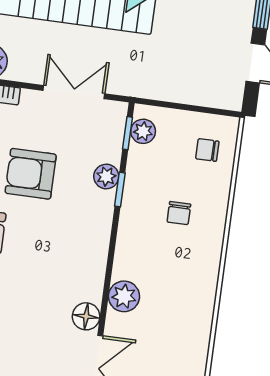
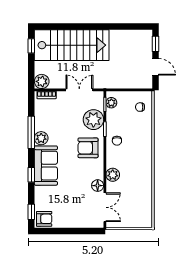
armchair: (31, 174) -> (88, 148), moved
plant: (106, 176) -> (93, 120), width x1.87, depth x1.87
chair: (179, 213) -> (117, 141), moved

